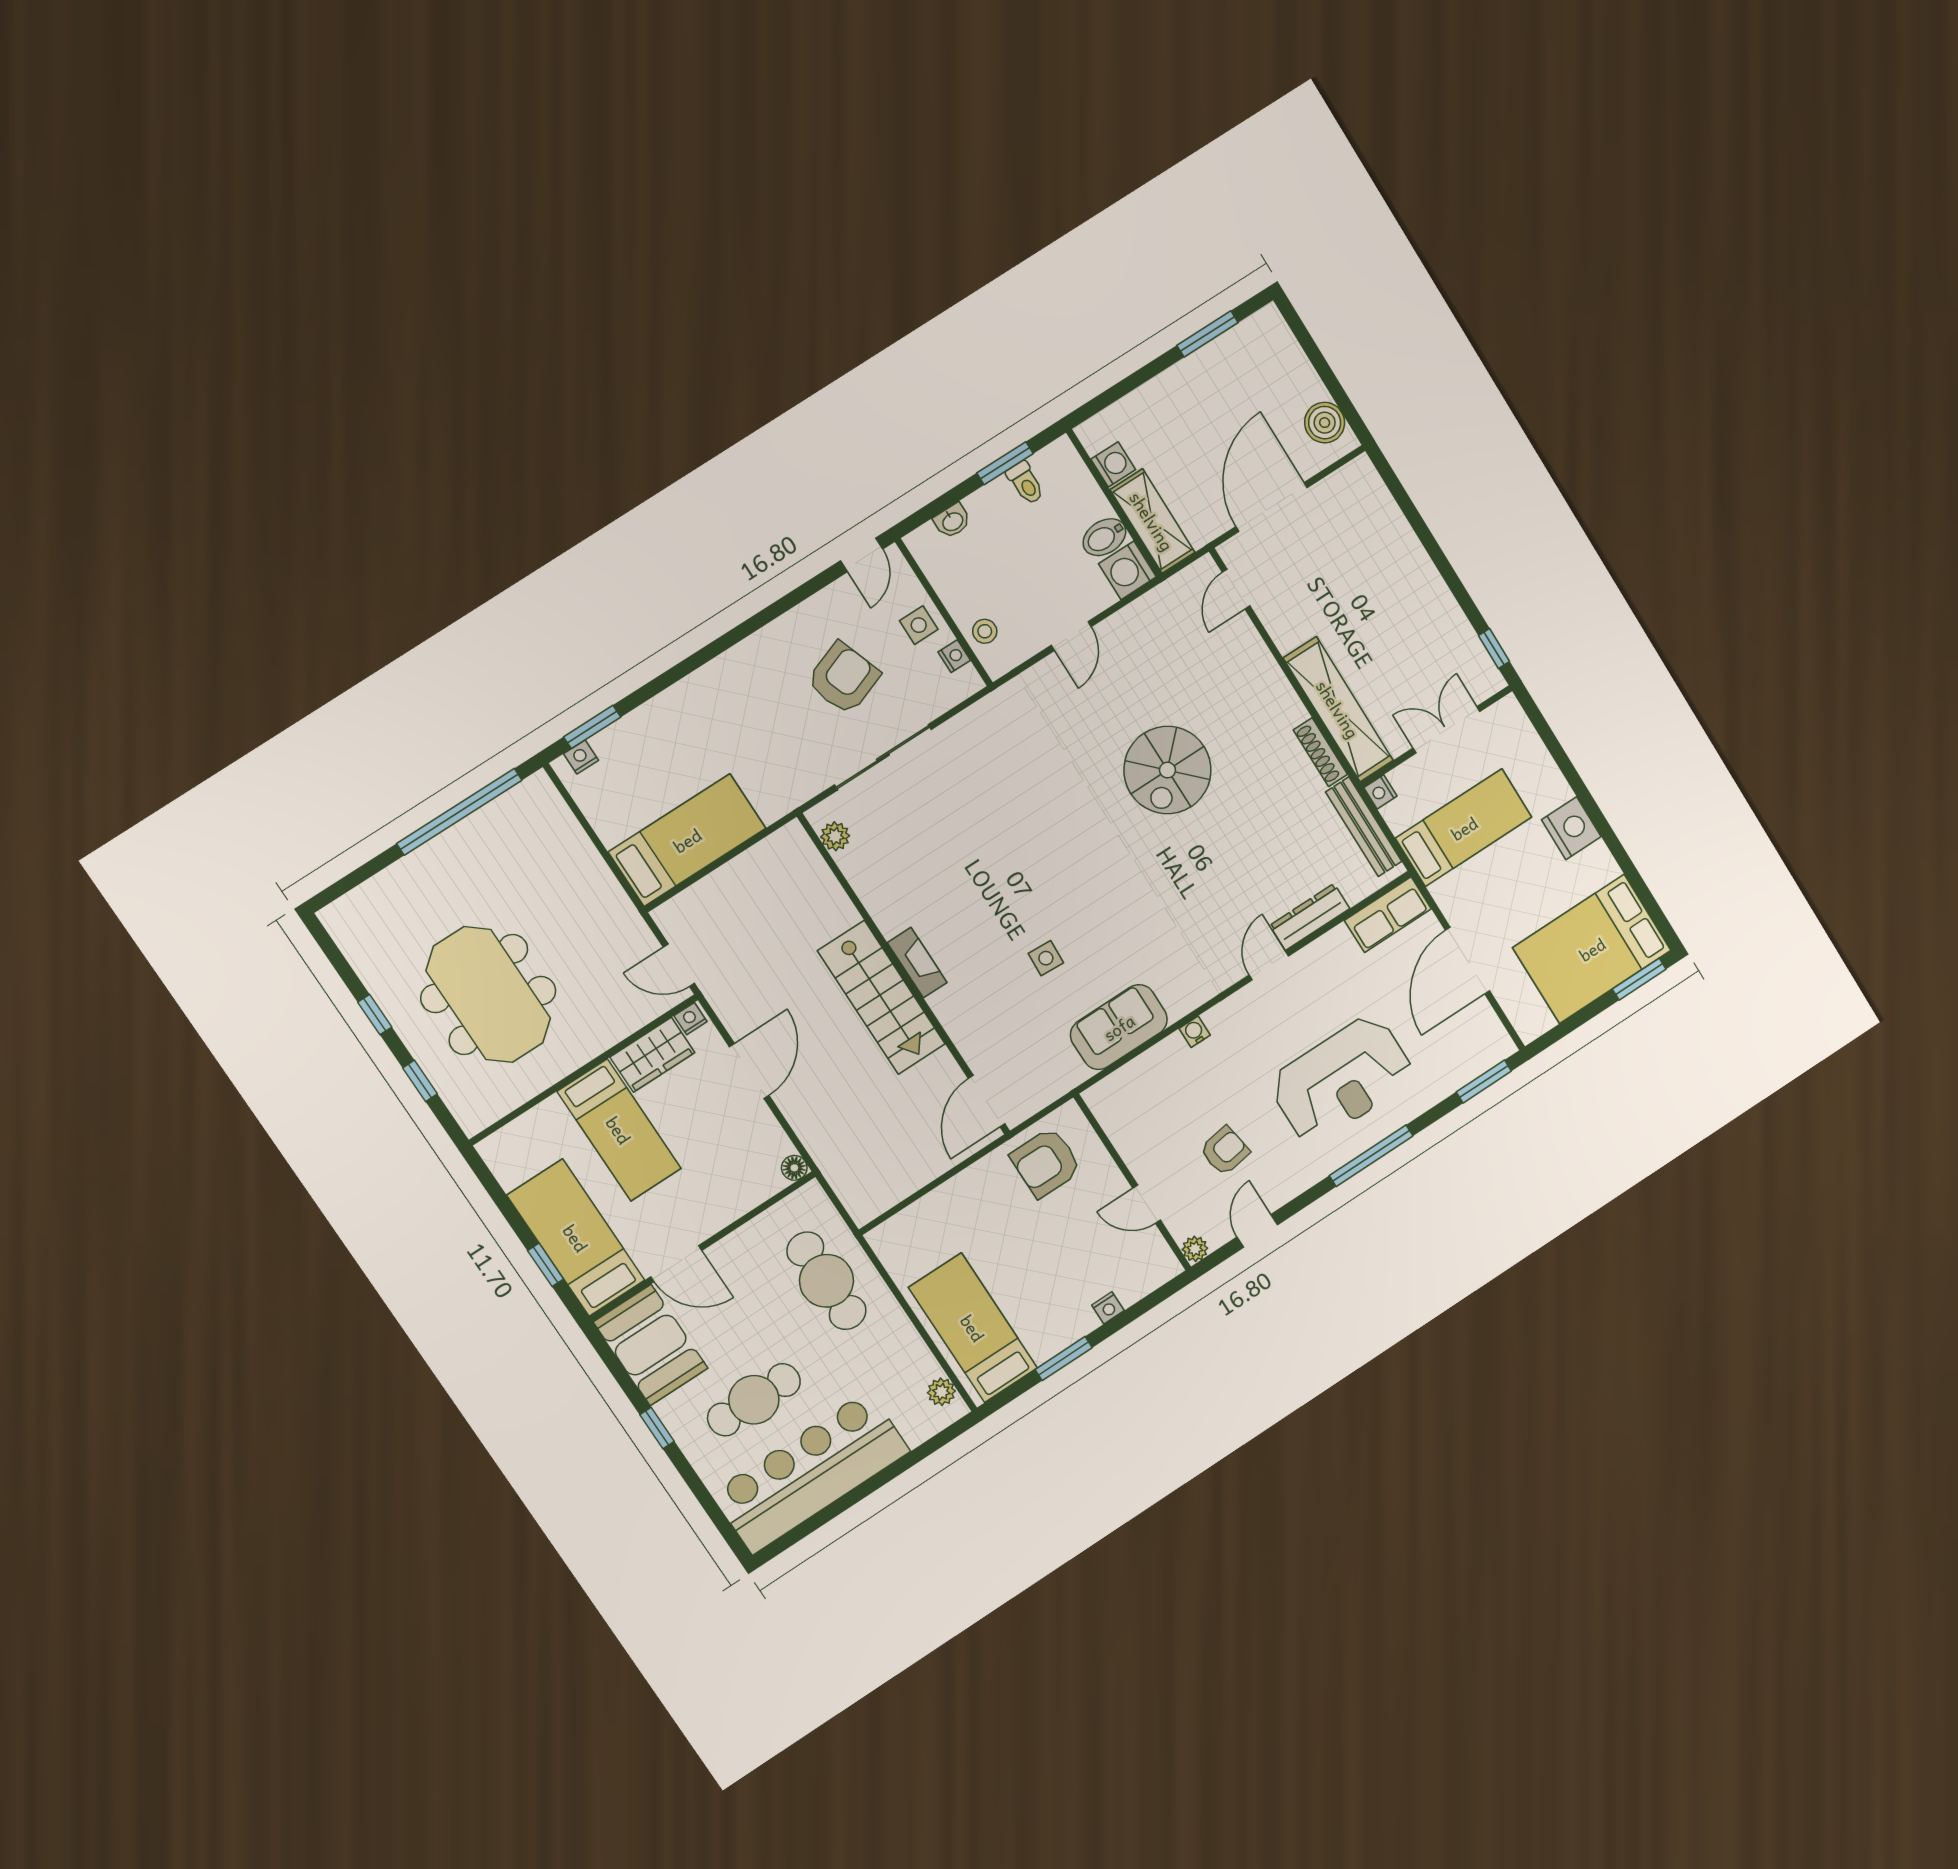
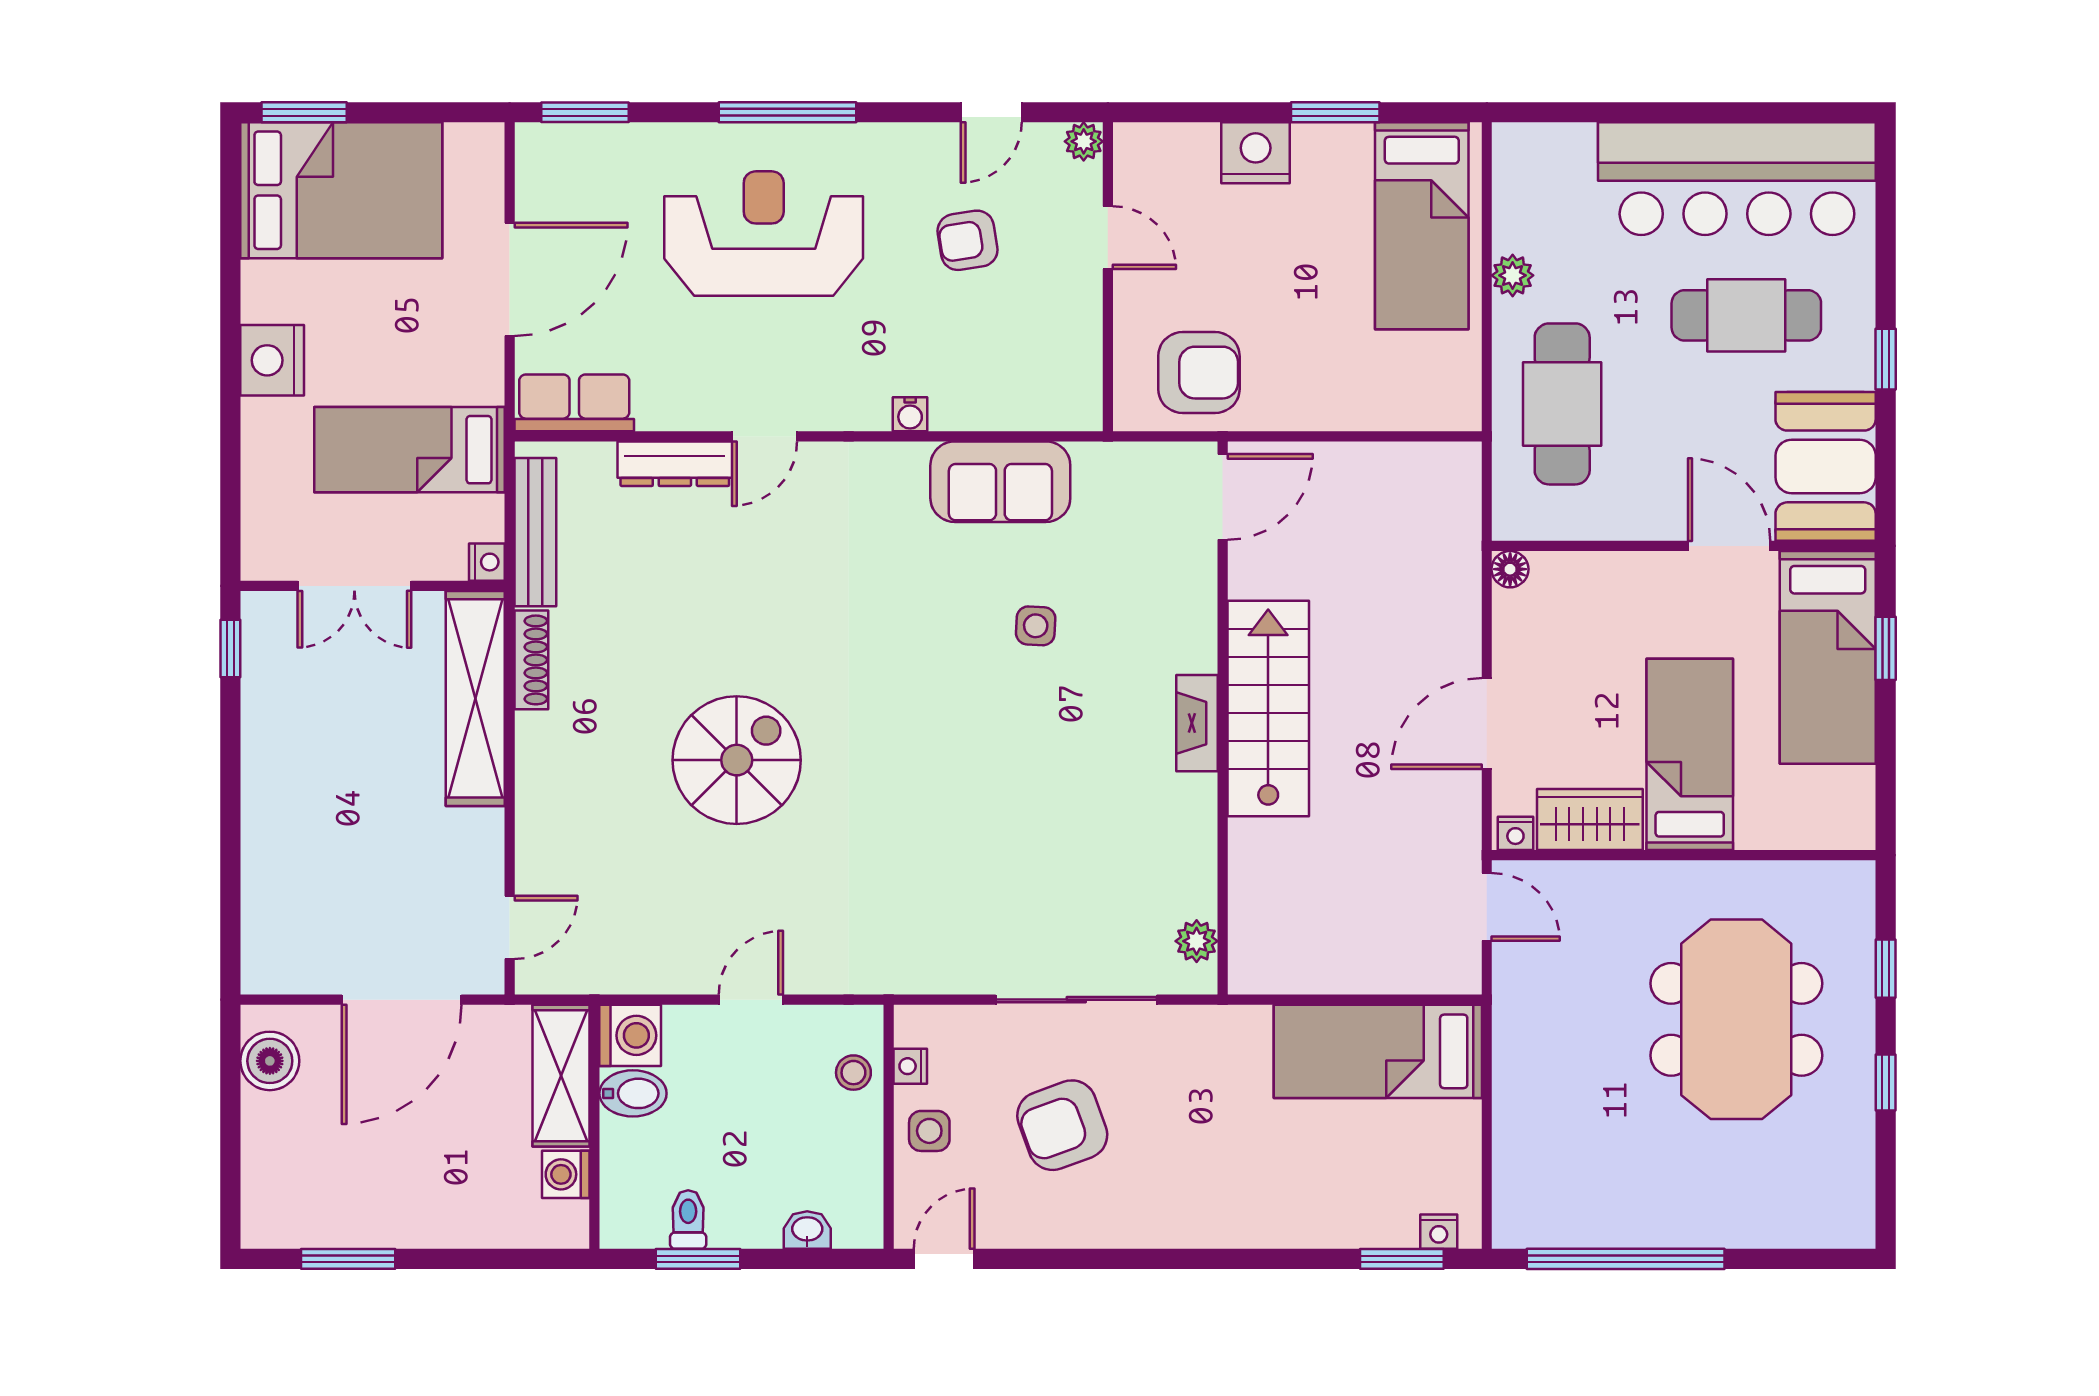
nightstand: (1108, 1308) -> (1256, 153), width x1.89, depth x1.79
plant: (941, 1392) -> (1513, 275), moved

